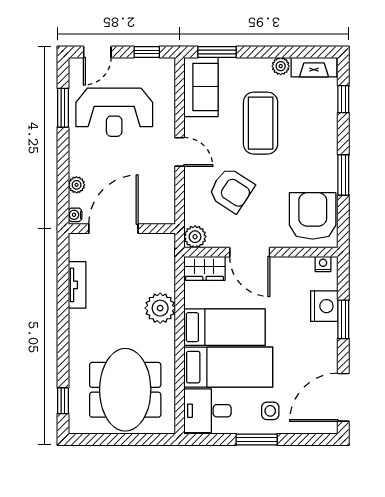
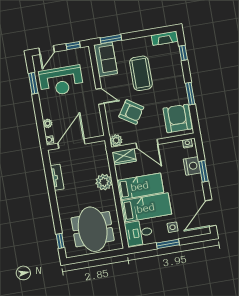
plant: (281, 66) -> (146, 41), removed

